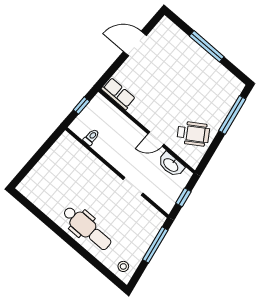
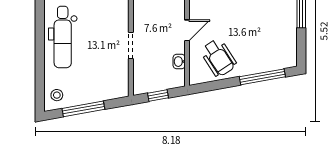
door: (156, 139) -> (187, 30), swing flipped
washbasin: (171, 165) -> (179, 62), width x0.52, depth x0.69
window: (155, 245) -> (83, 109), moved

